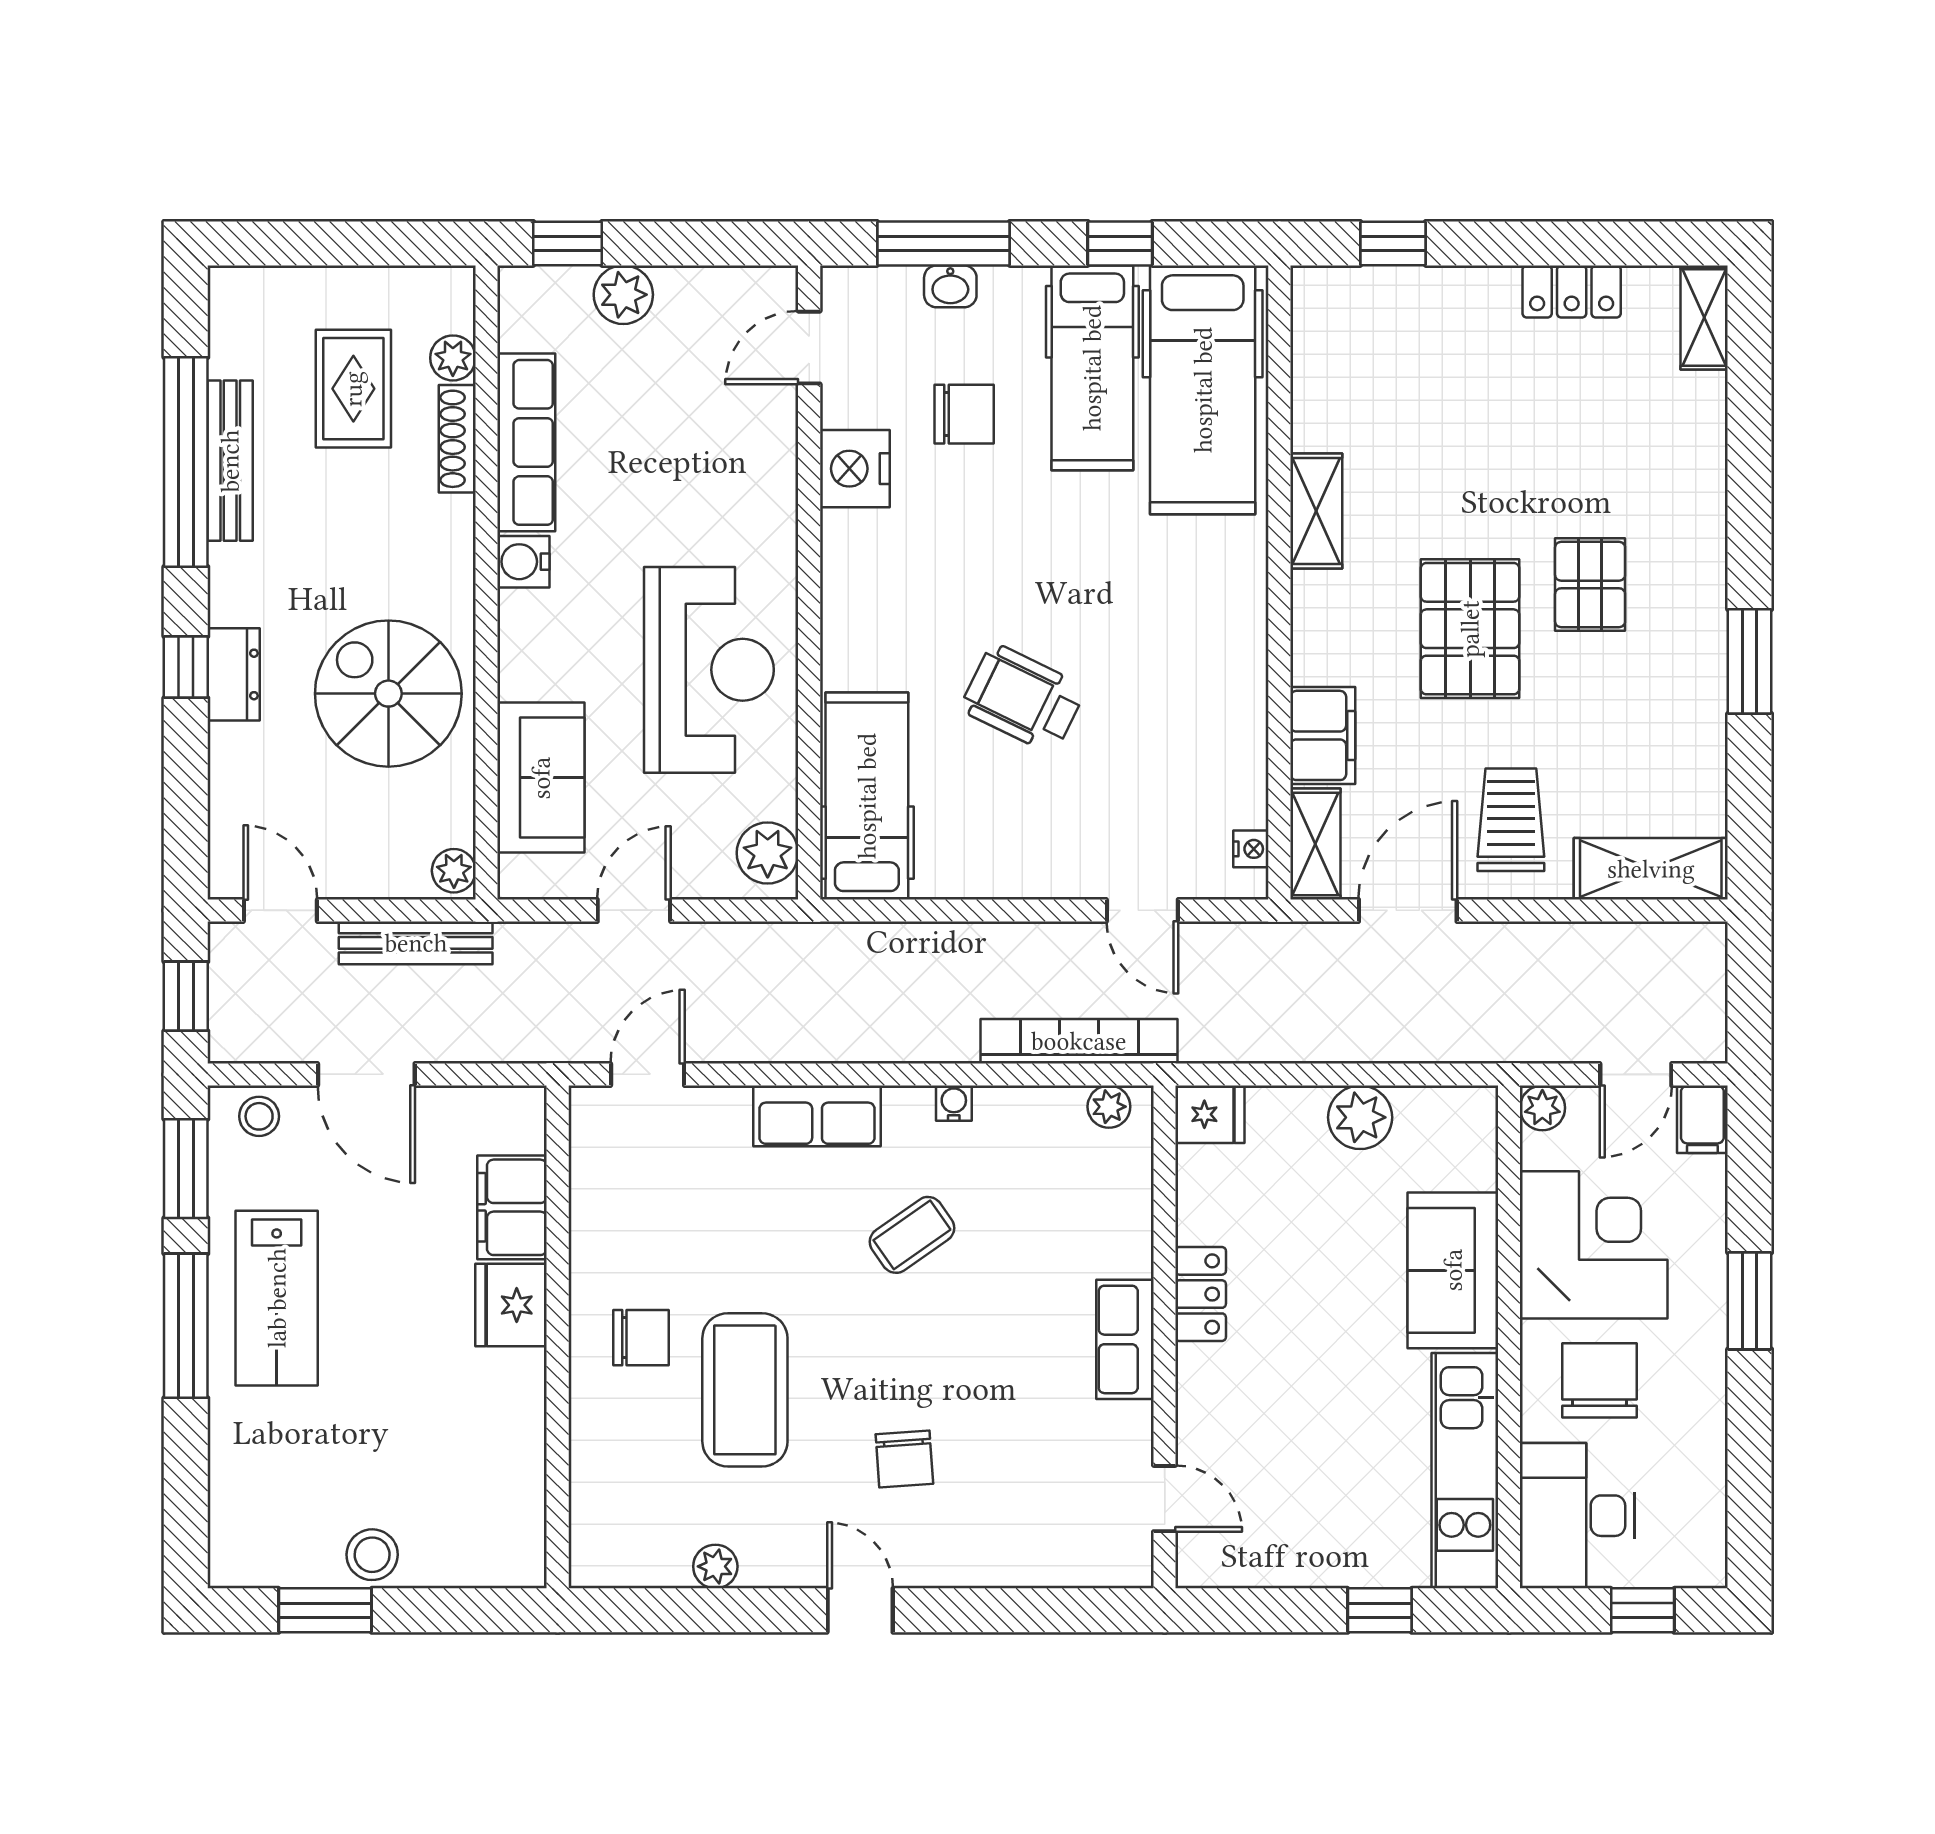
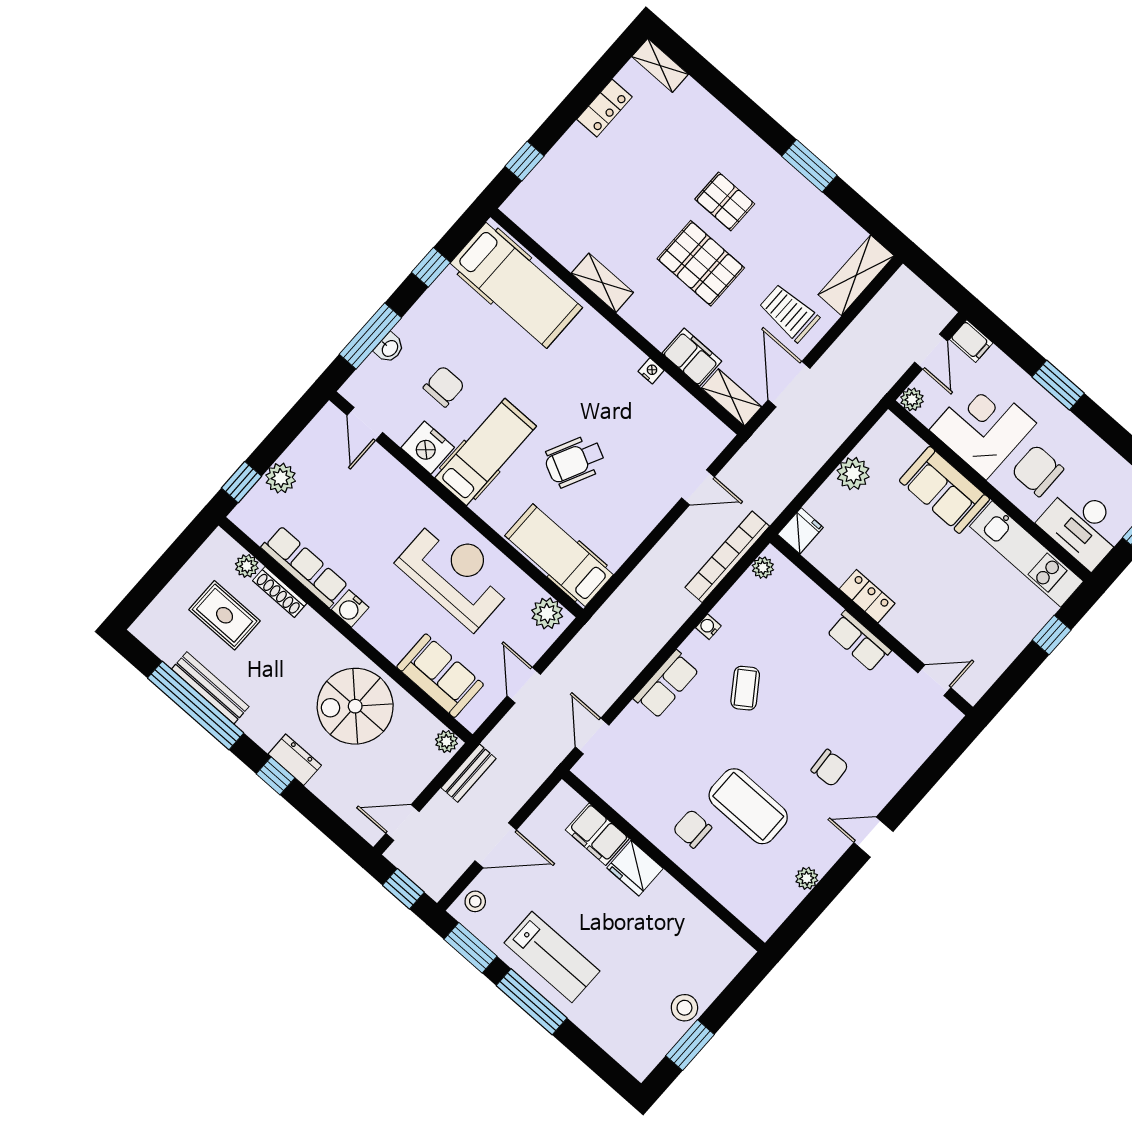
hospital bed: (1092, 368) -> (486, 452), moved, turned -90
nightstand: (1251, 849) -> (651, 371), moved
bench: (416, 943) -> (469, 773), width x0.73
chair: (641, 1338) -> (692, 829), turned -90

